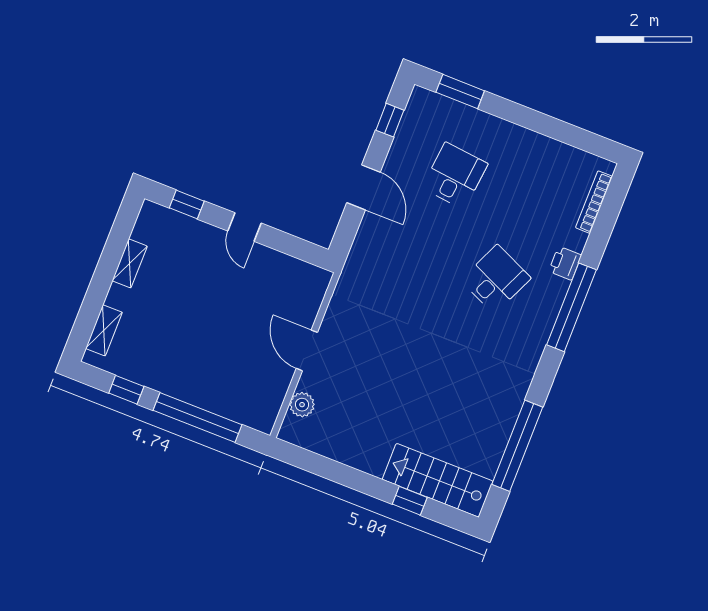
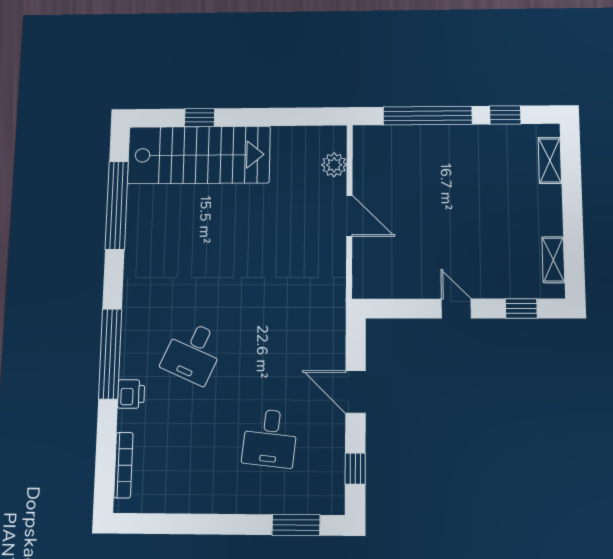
shelving: (130, 263) -> (553, 260), moved
stairs: (438, 480) -> (199, 155), width x1.36, depth x1.51

